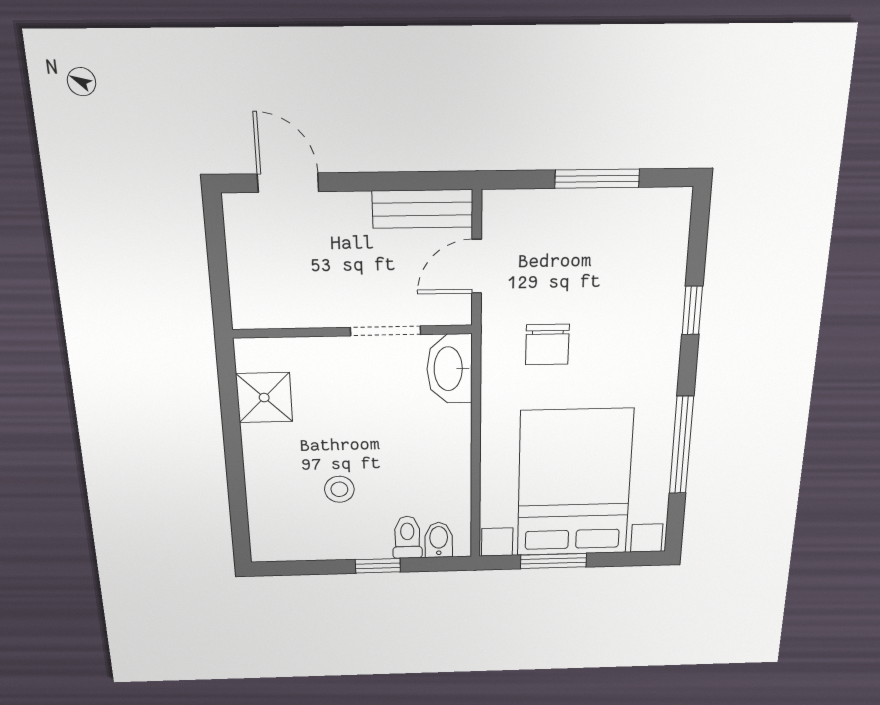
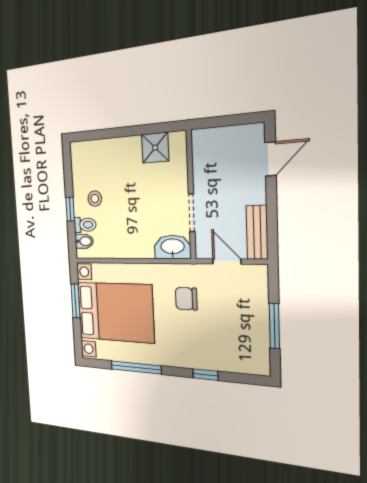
stool: (339, 489) -> (95, 199), moved

